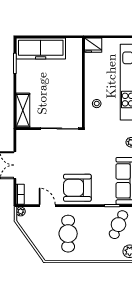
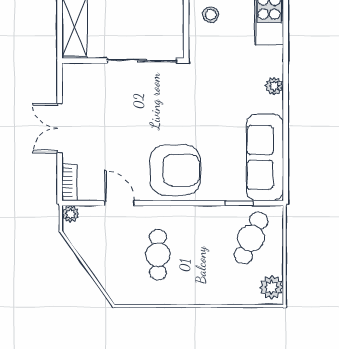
armchair: (77, 188) -> (175, 170), turned 180
cafe table: (68, 234) -> (158, 255), width x0.73, depth x0.74

